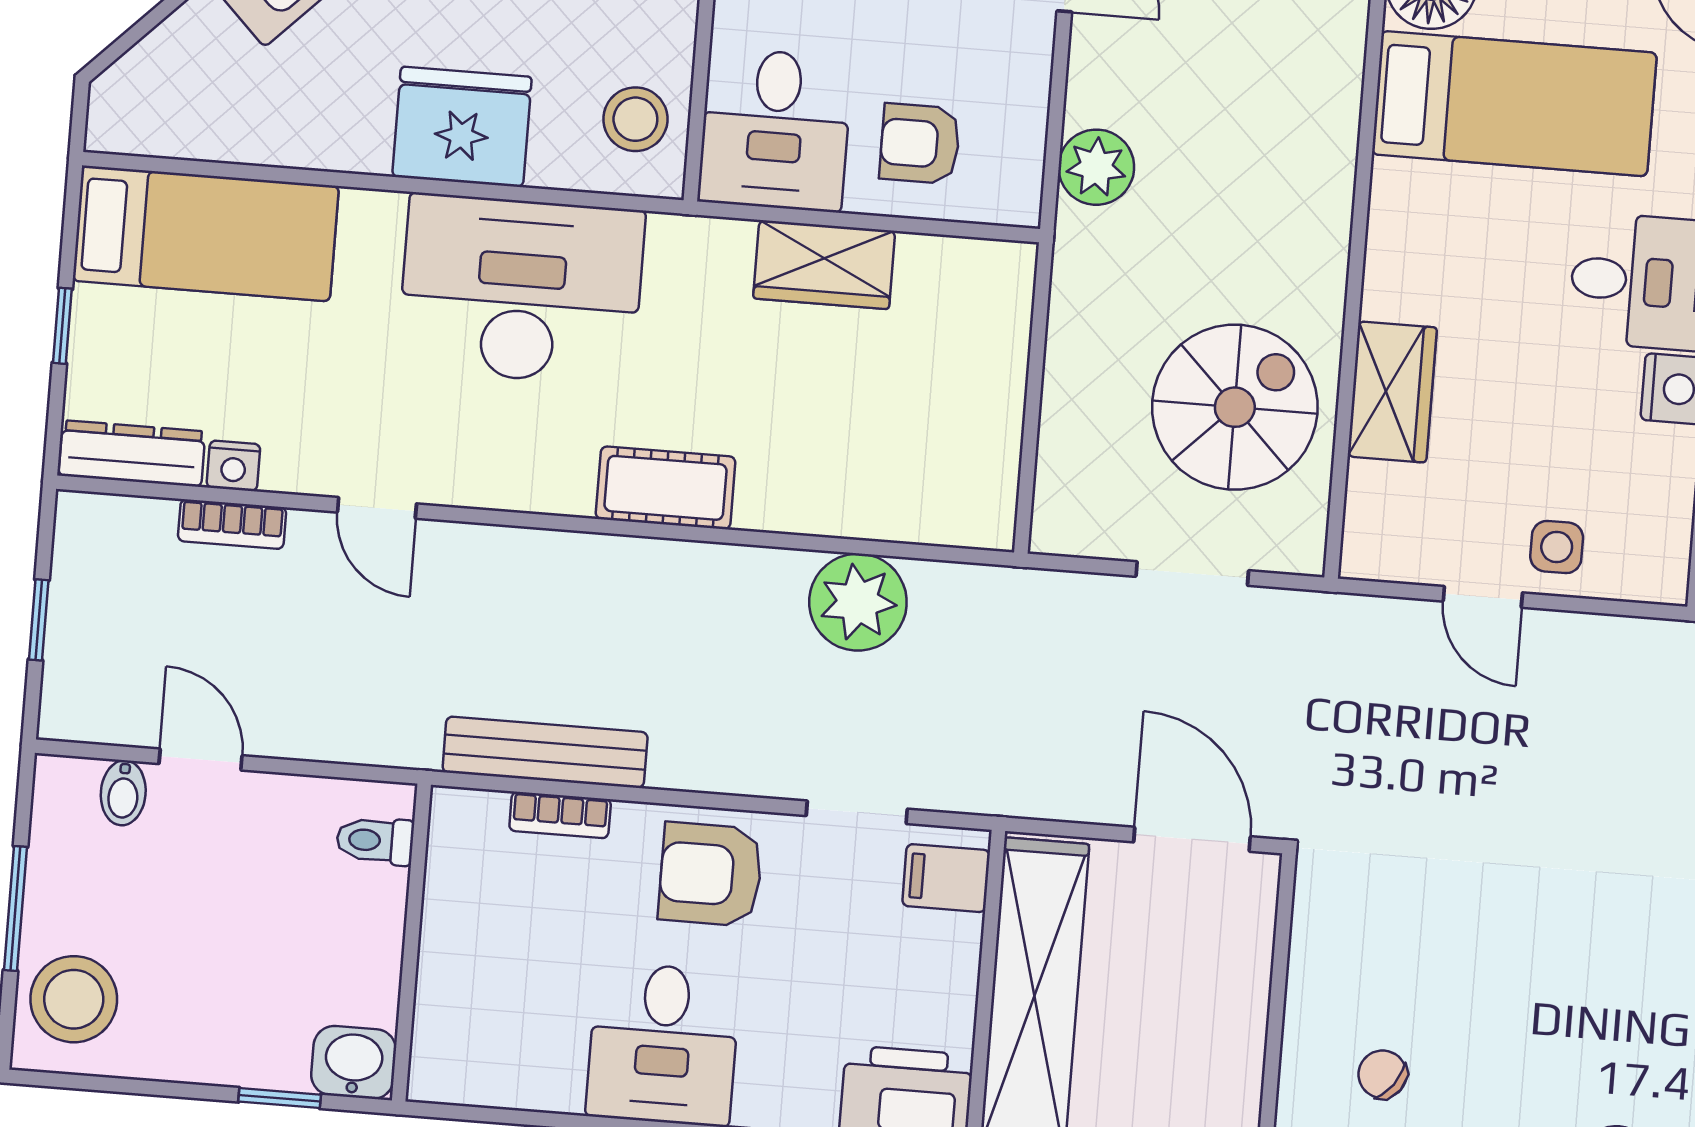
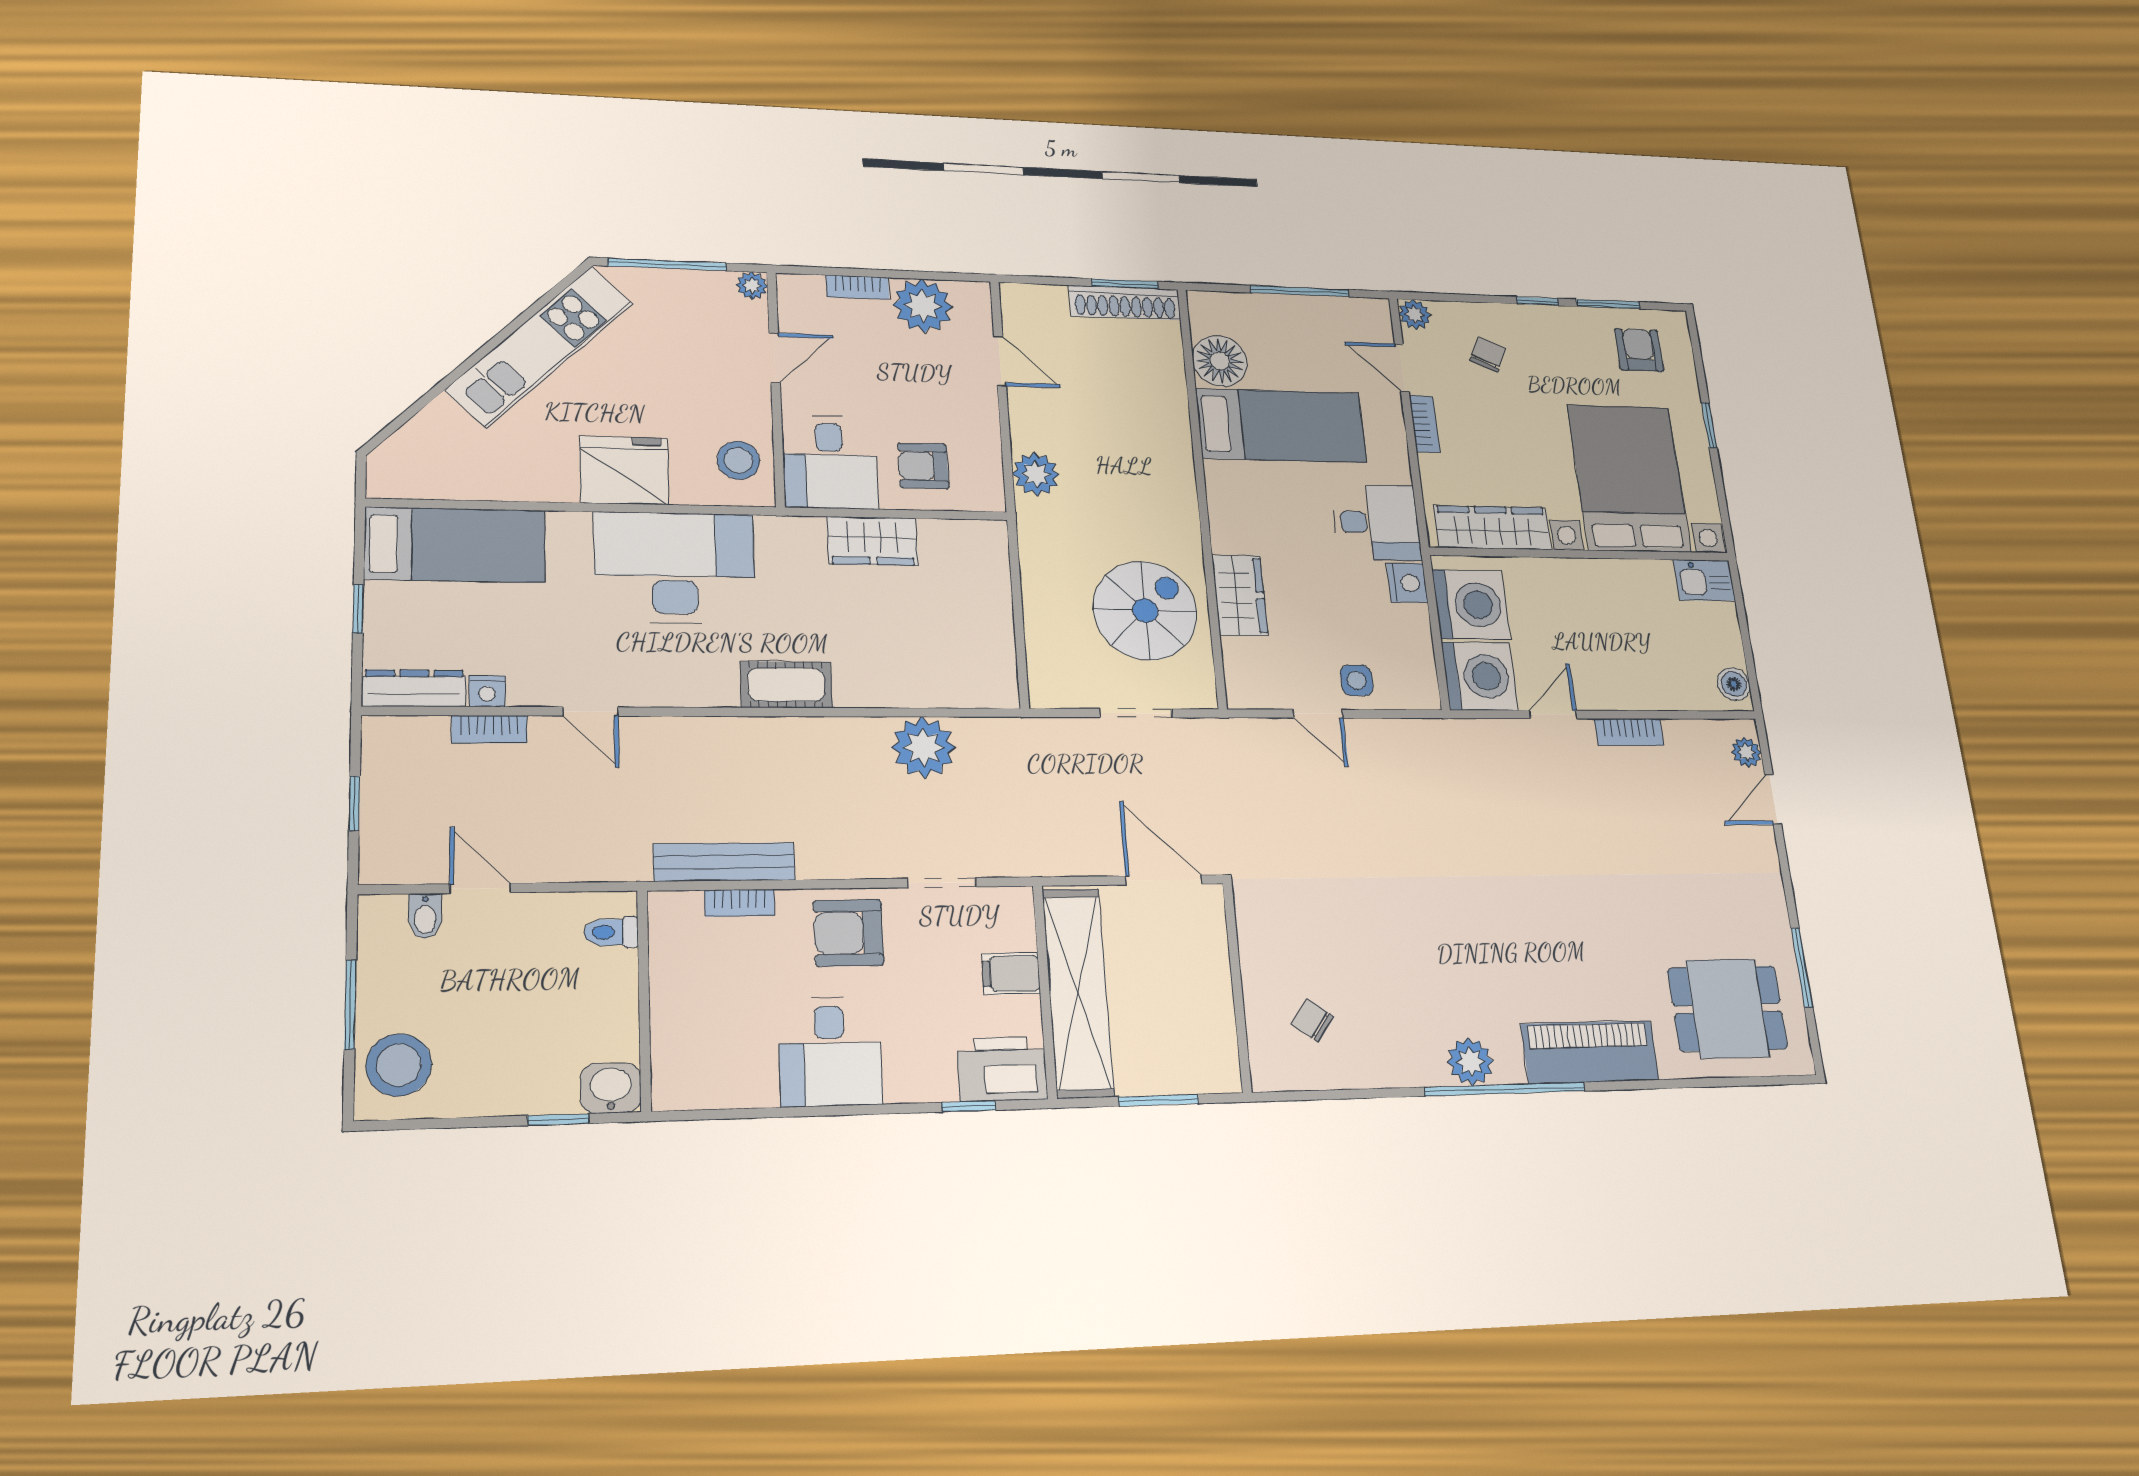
filing cabinet: (946, 878) -> (1011, 973), moved

